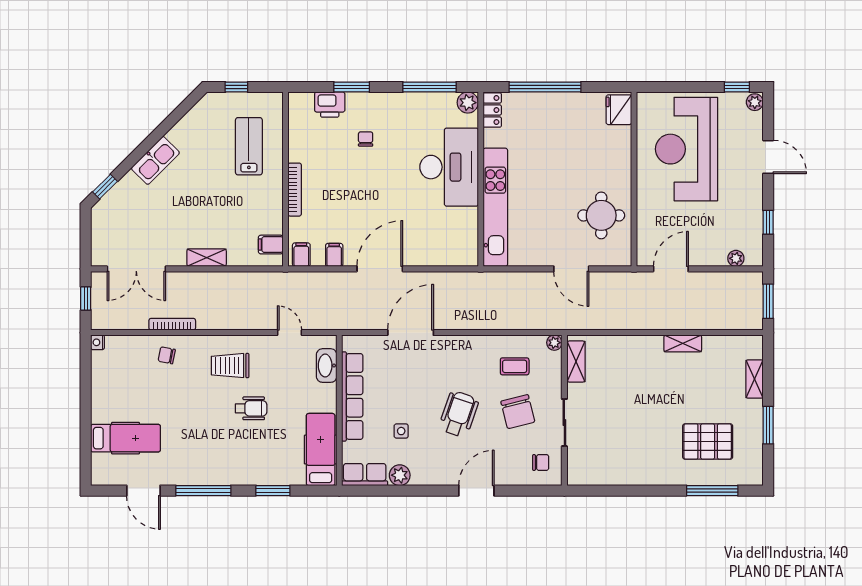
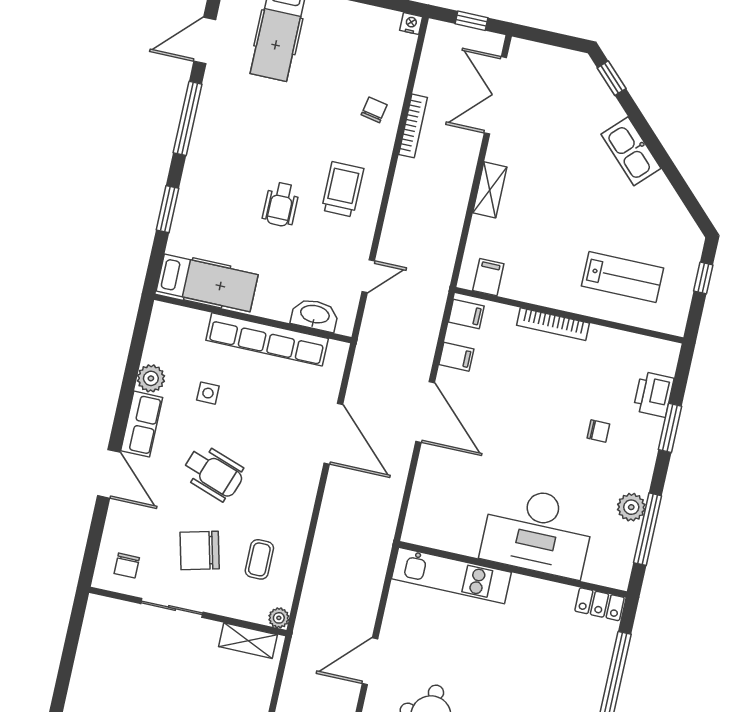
plant: (468, 103) -> (631, 507), moved
kitchen unit: (495, 207) -> (451, 576), width x0.73
row of seats: (365, 475) -> (142, 424), moved

